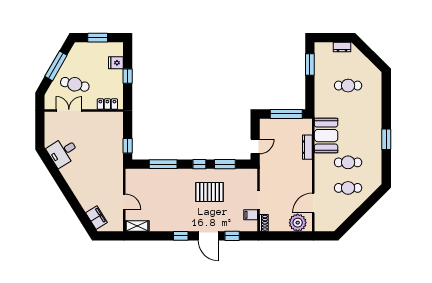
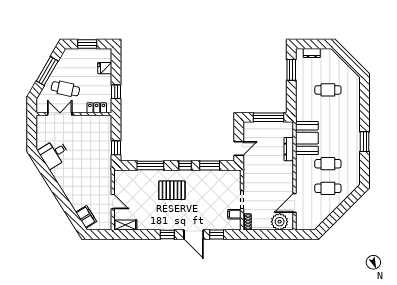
dresser: (342, 47) -> (312, 53), moved
window: (128, 76) -> (116, 92), moved
pallet: (209, 192) -> (172, 190), moved

